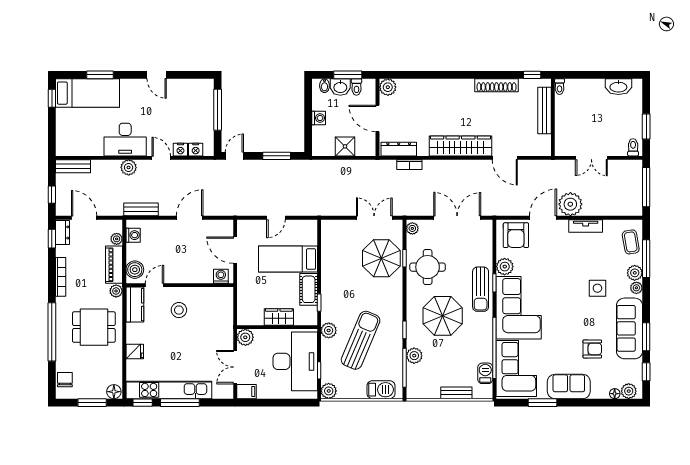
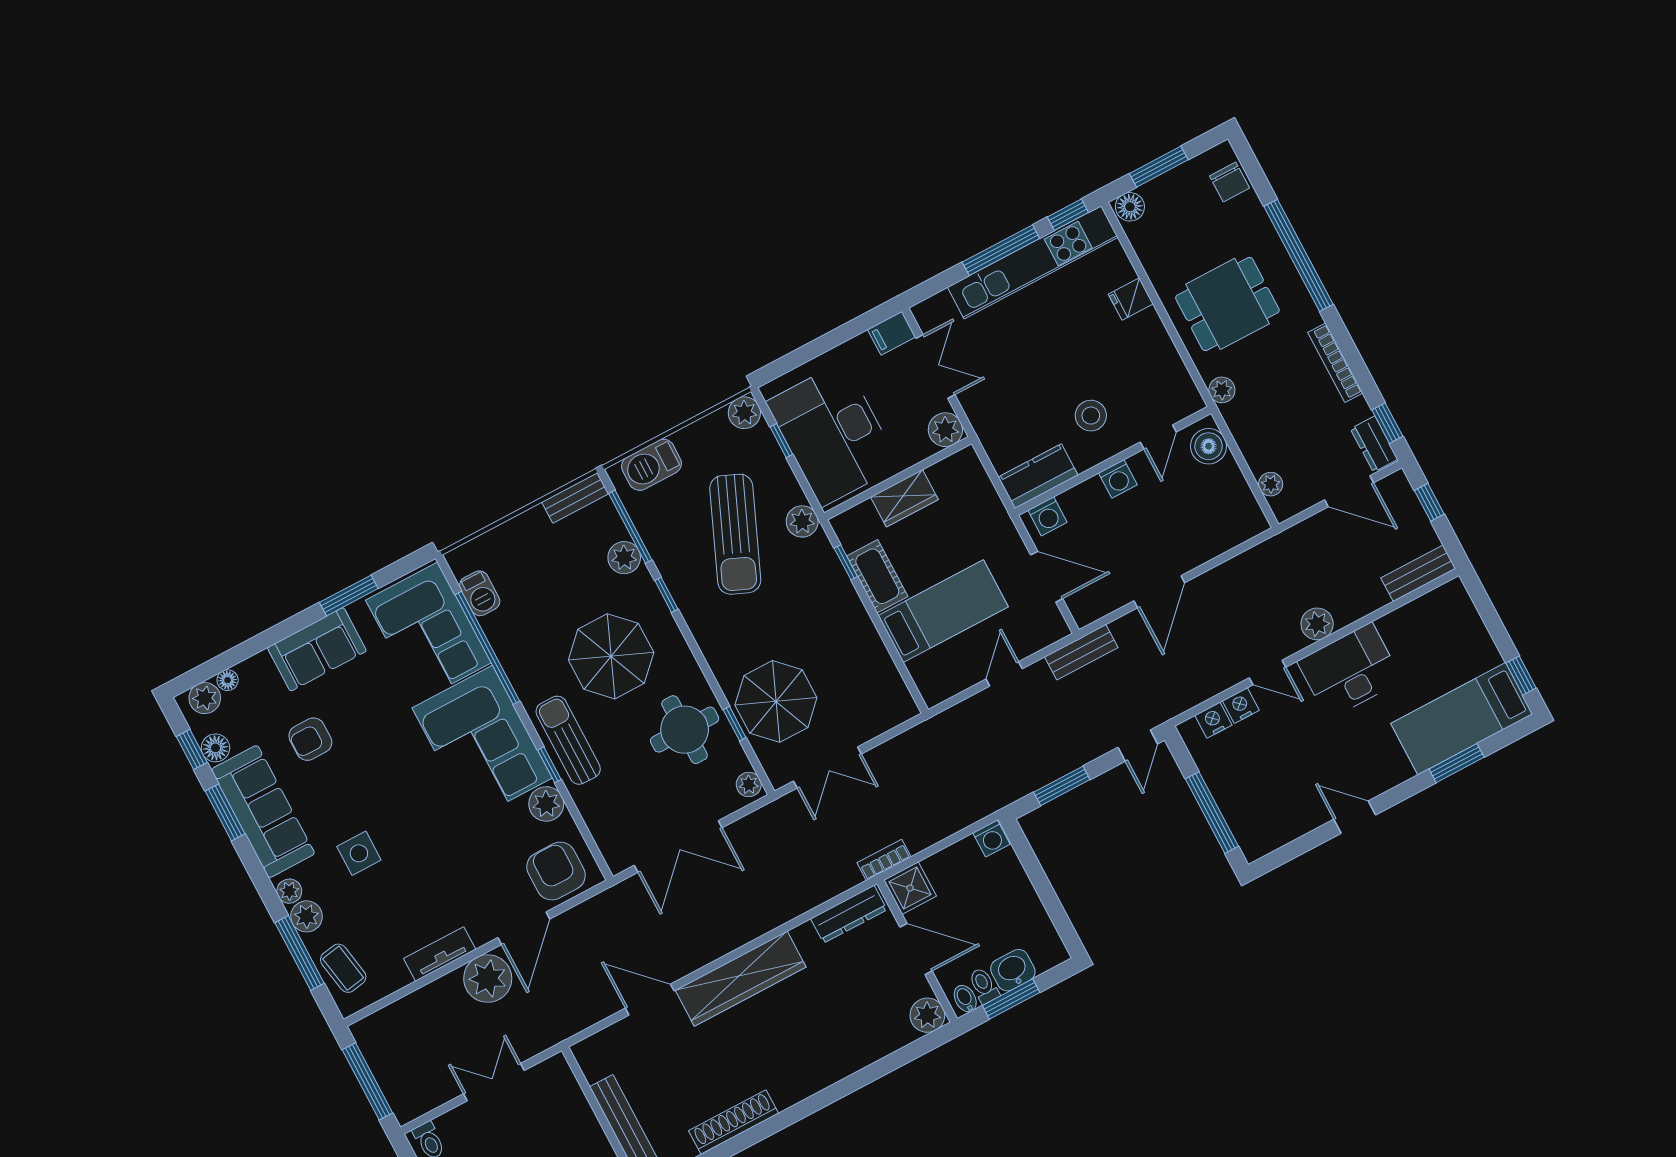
bidet: (324, 86) -> (965, 999), moved
washing machine: (319, 118) -> (991, 838), moved, turned -90
shower: (345, 146) -> (910, 888), moved
bookcase: (409, 165) -> (884, 860), moved
bench: (141, 209) -> (1081, 652), moved
washing machine: (133, 235) -> (1118, 479), moved, turned -90
piano: (114, 265) -> (1251, 435), removed
kitchen counter: (135, 305) -> (1038, 476), moved, turned 90
floor lamp: (636, 367) -> (215, 748), added
bench: (456, 393) -> (575, 498), moved

